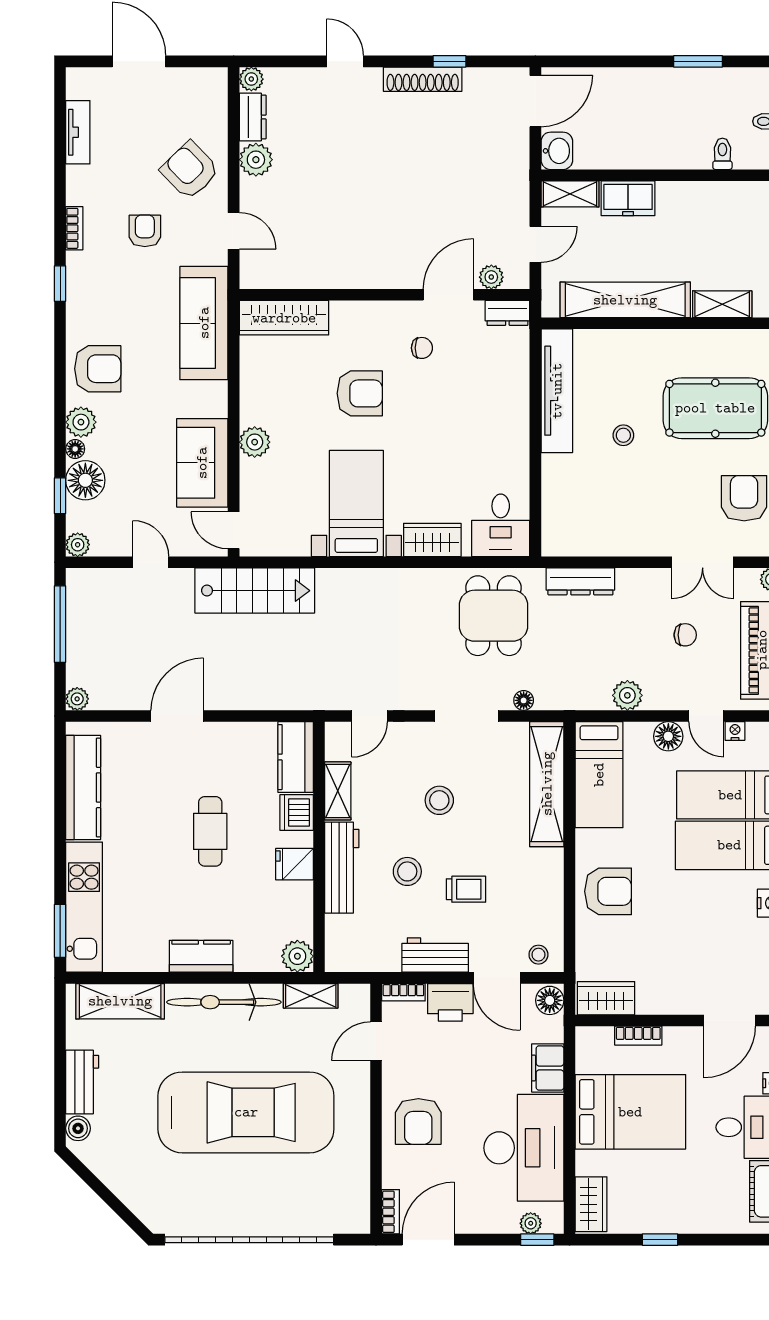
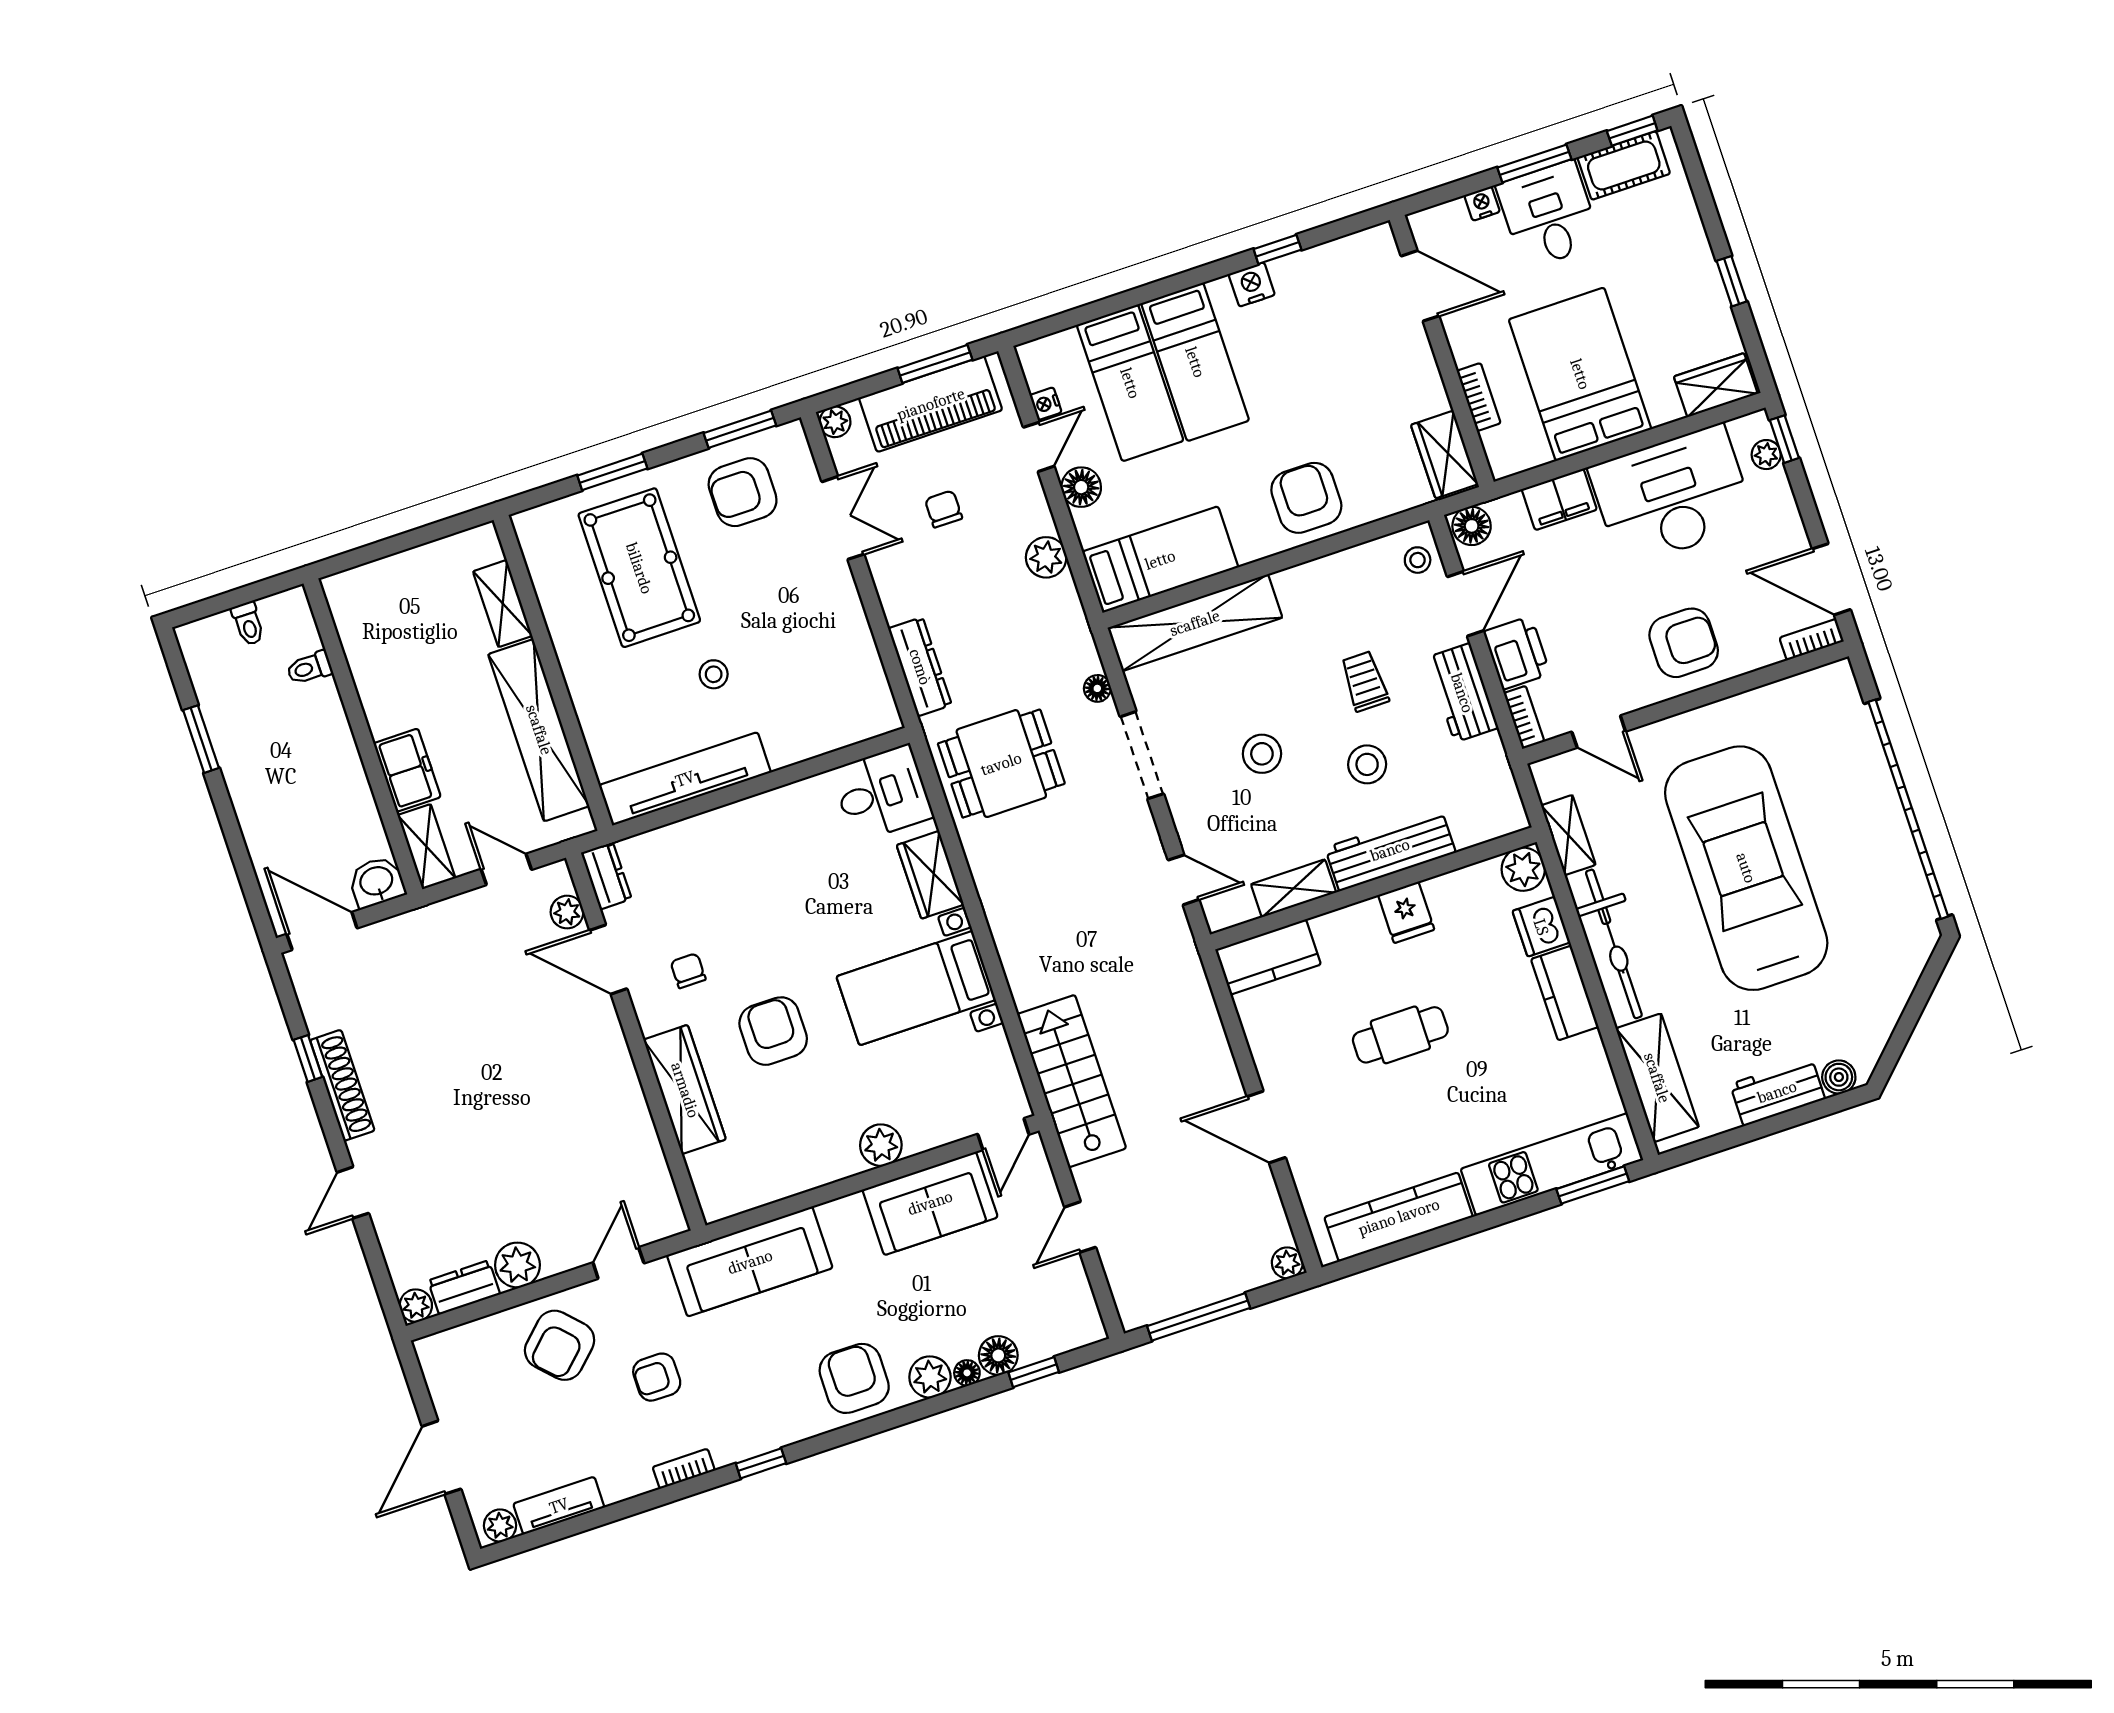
wardrobe: (284, 318) -> (685, 1090), moved
floor lamp: (85, 480) -> (998, 1355), width x0.73, depth x0.73
plant: (78, 545) -> (500, 1526), moved
dishwasher: (297, 813) -> (1541, 927), moved, turned 90

